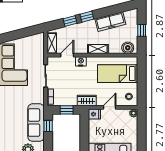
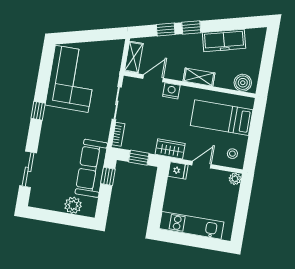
window: (142, 30) -> (267, 61), removed

